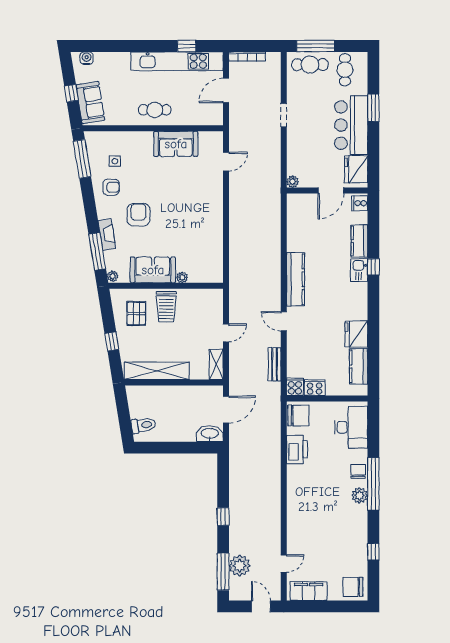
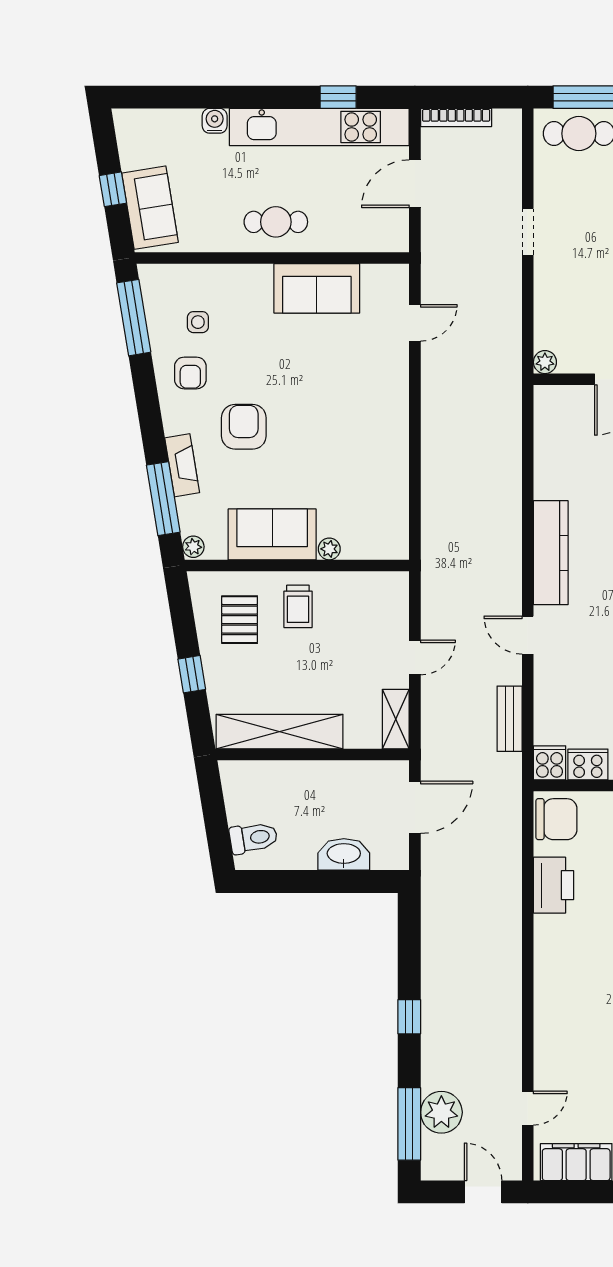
water cooler: (87, 58) -> (215, 121), moved
armchair: (111, 187) -> (190, 373), turned 90
trolley: (166, 307) -> (298, 606), width x0.73, depth x0.72
washbasin: (210, 434) -> (344, 854), moved

